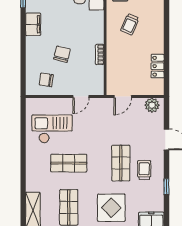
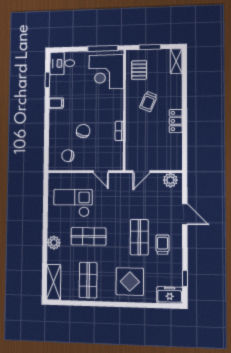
filing cabinet: (33, 24) -> (56, 103), width x0.50
locker: (158, 66) -> (176, 121), moved
door: (81, 97) -> (101, 172), hinge flipped
plant: (33, 170) -> (54, 243), added
window: (166, 187) -> (185, 278), moved

